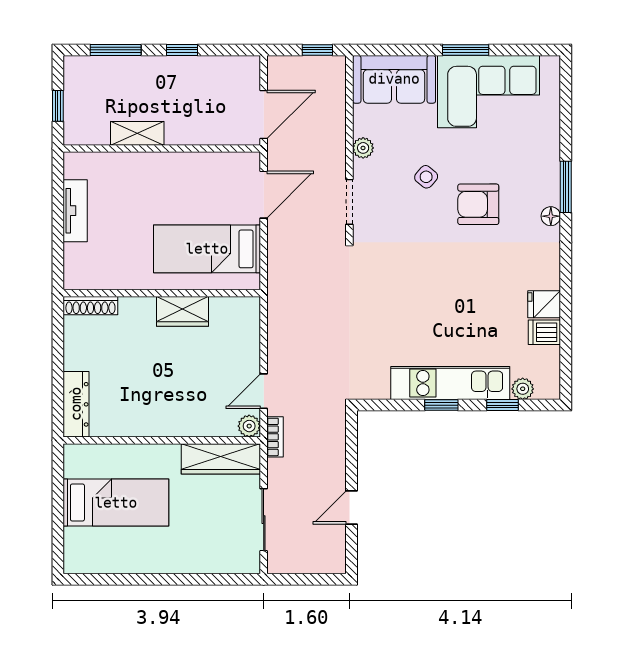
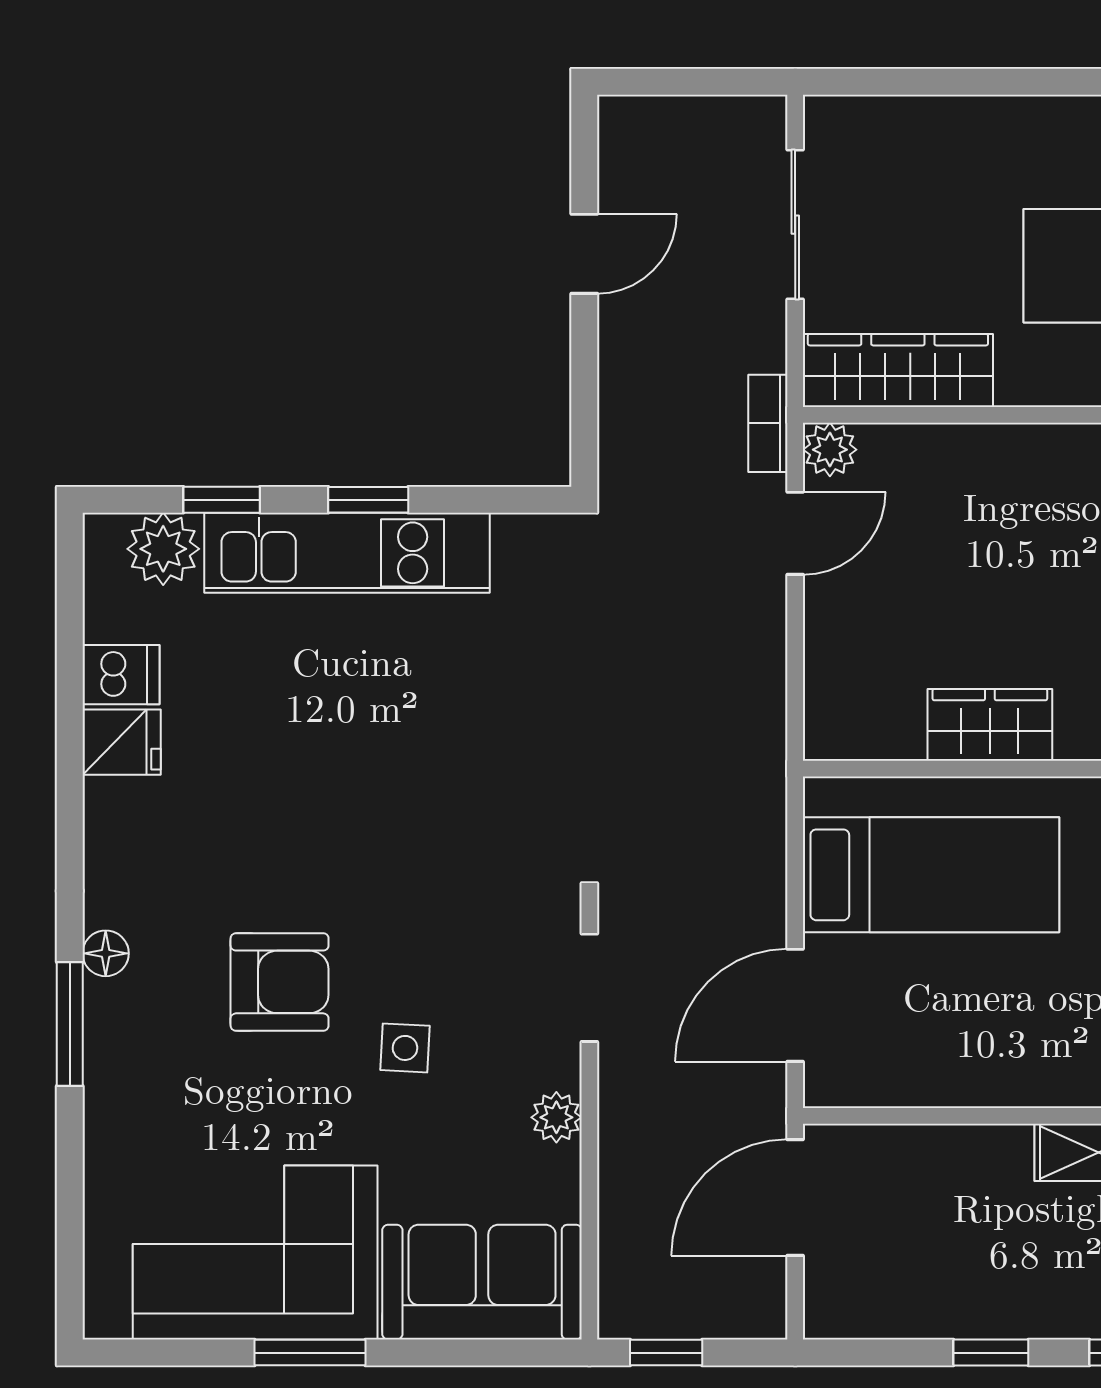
side table: (426, 177) -> (405, 1048), turned -37
plant: (523, 389) -> (163, 549), width x1.38, depth x1.38

